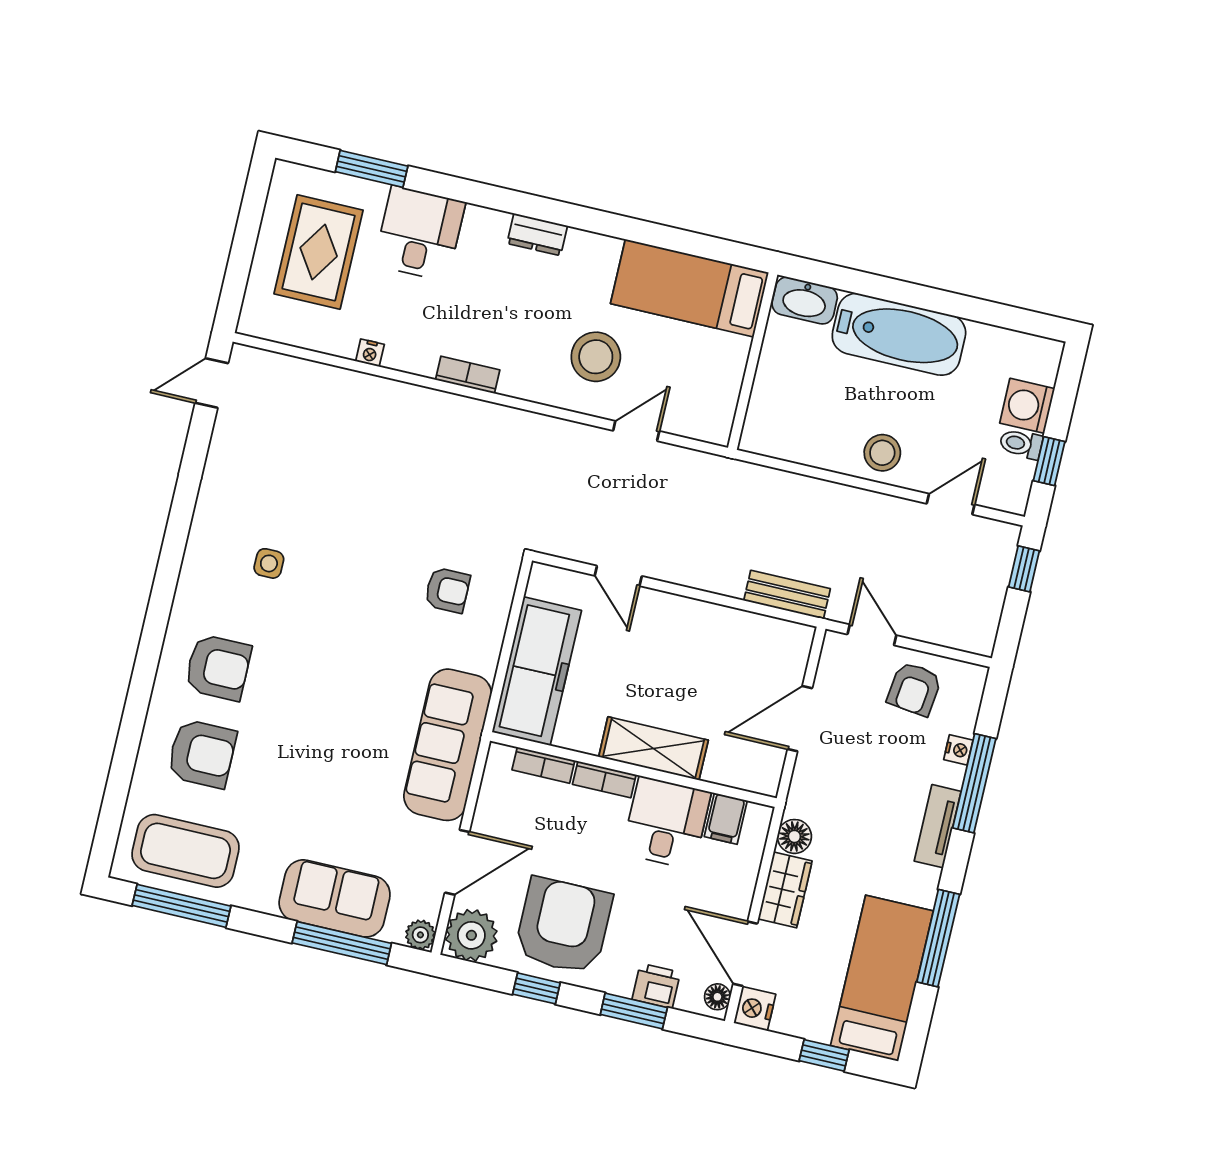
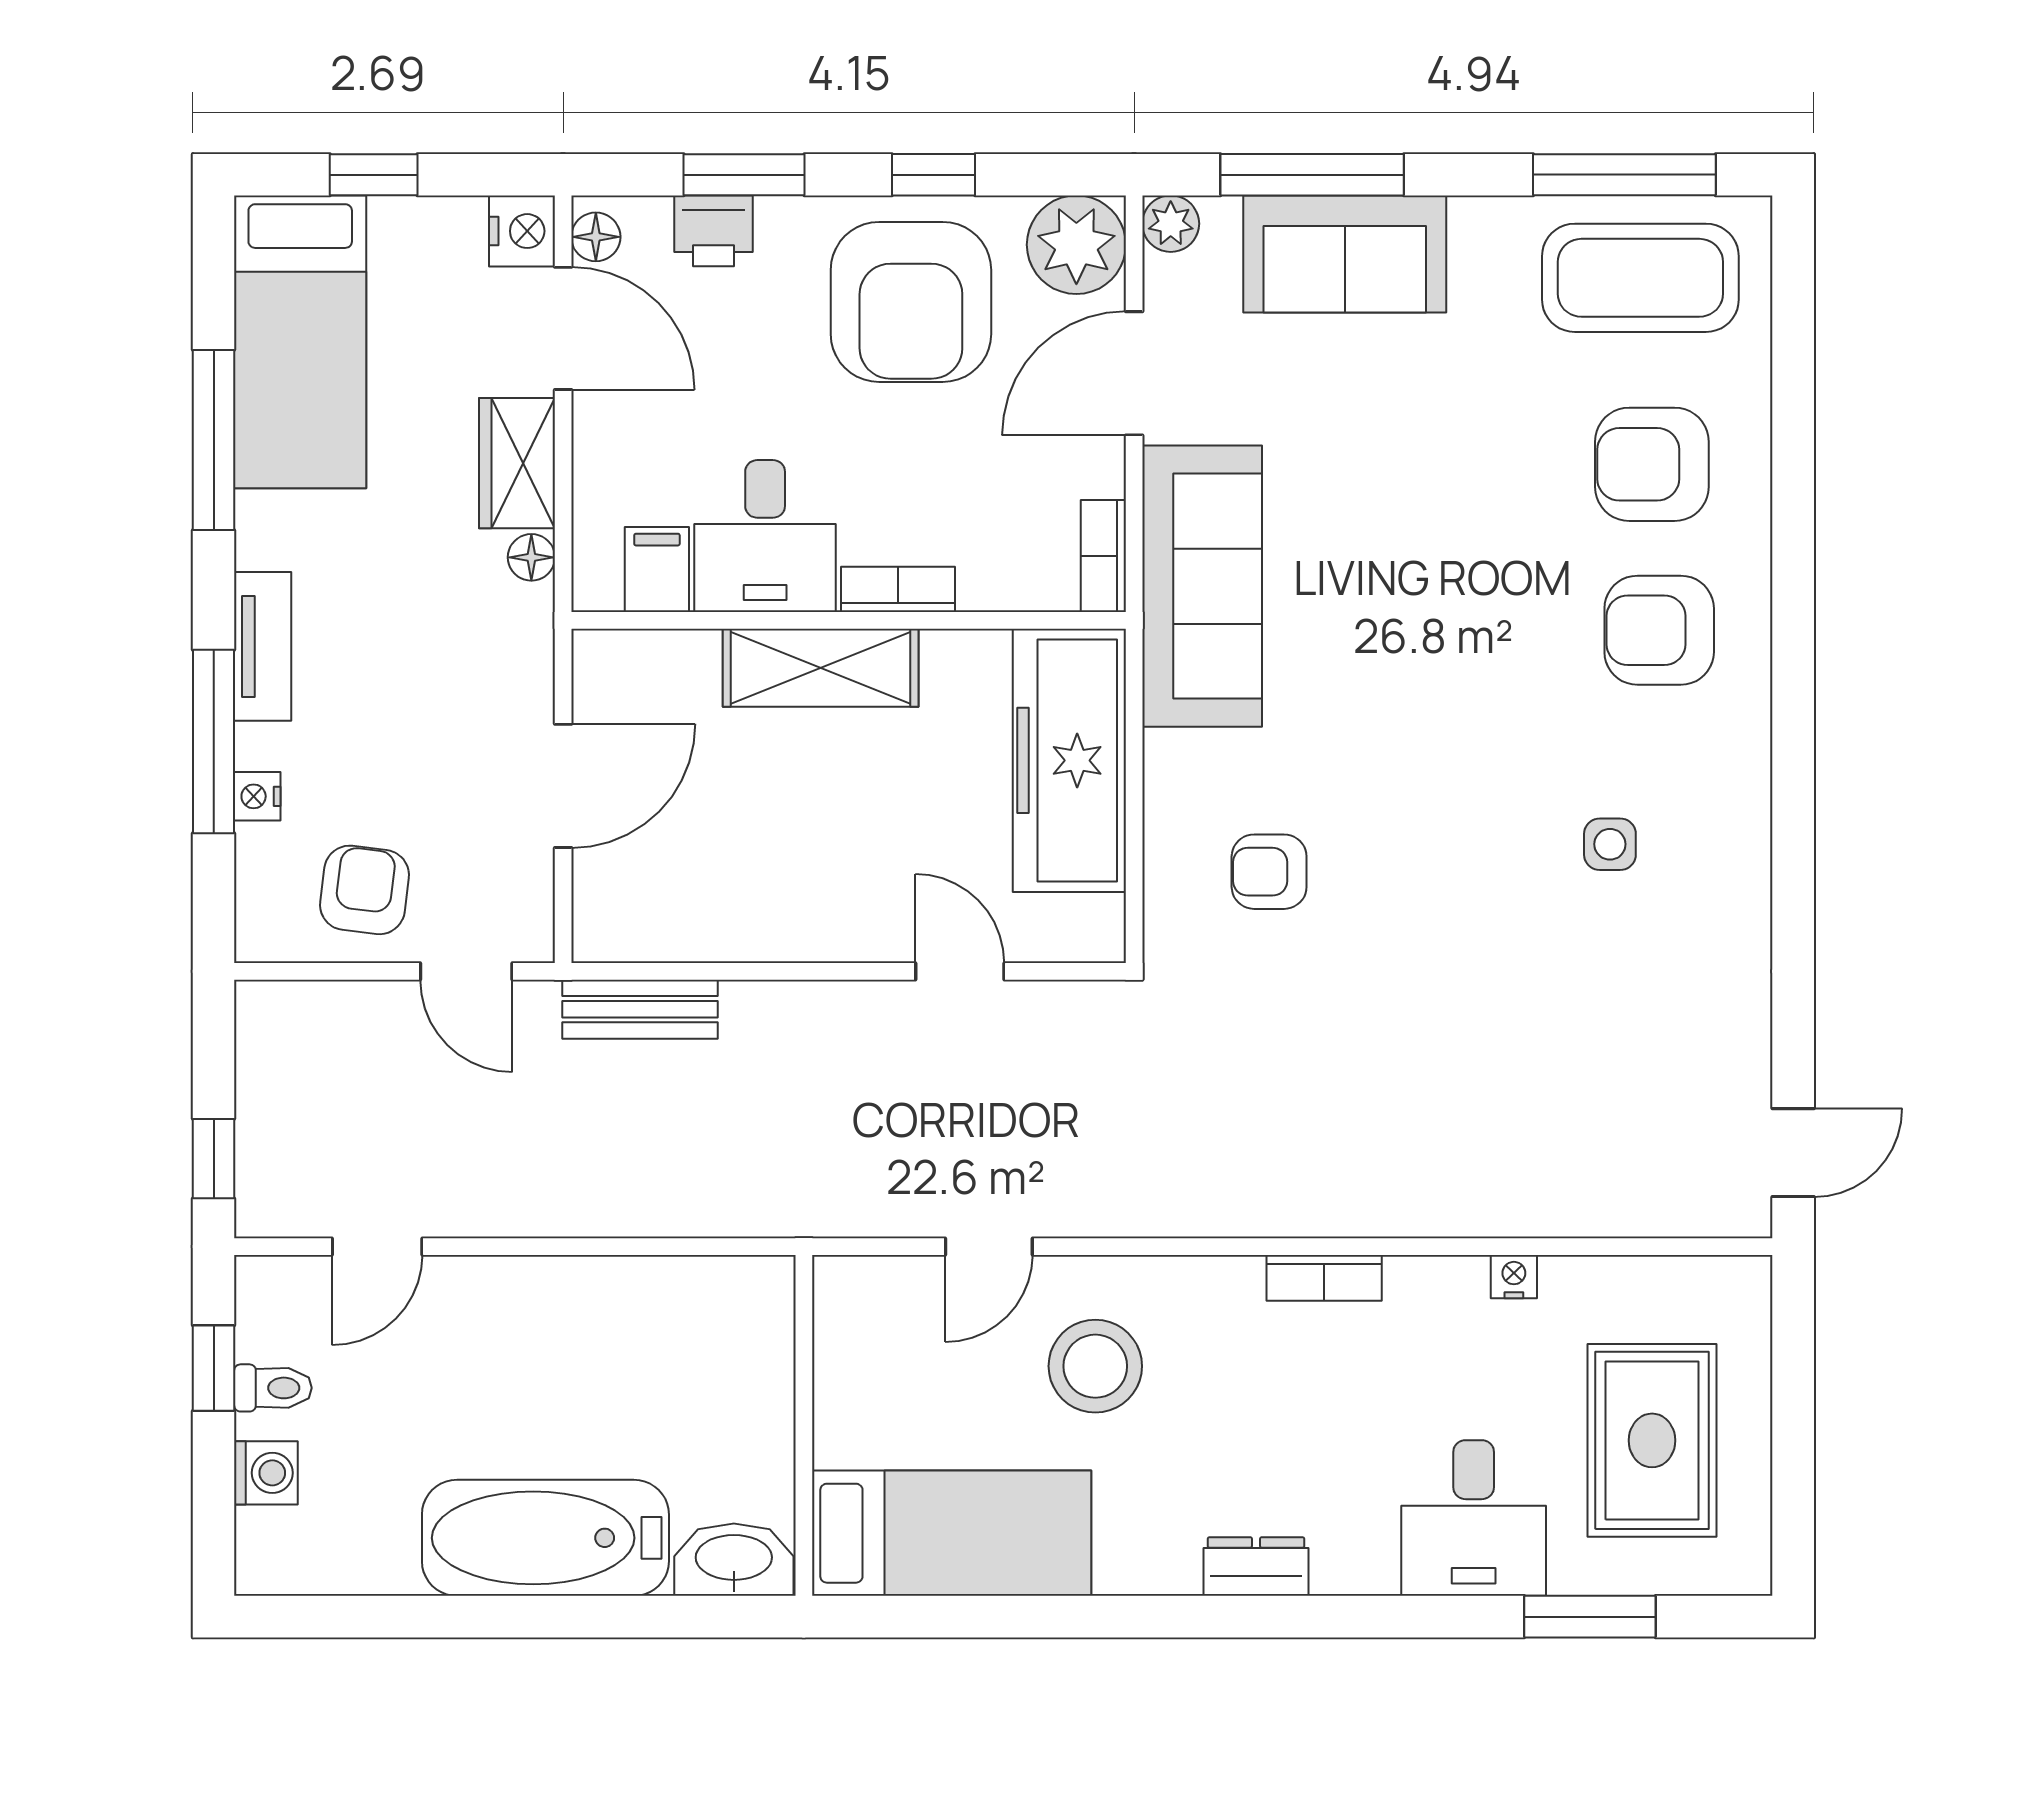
washing machine: (1027, 406) -> (266, 1473), width x0.73, depth x0.73
stool: (882, 453) -> (525, 1312), removed
bookcase: (543, 765) -> (1103, 556), moved, turned -90
floor lamp: (794, 836) -> (531, 557), width x0.73, depth x0.73

